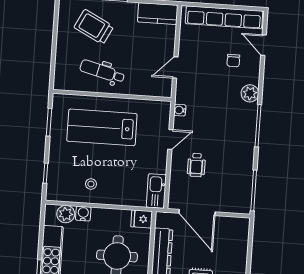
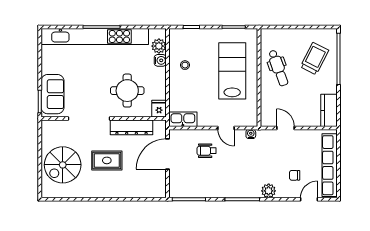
dental chair: (102, 72) -> (278, 68), turned 146

